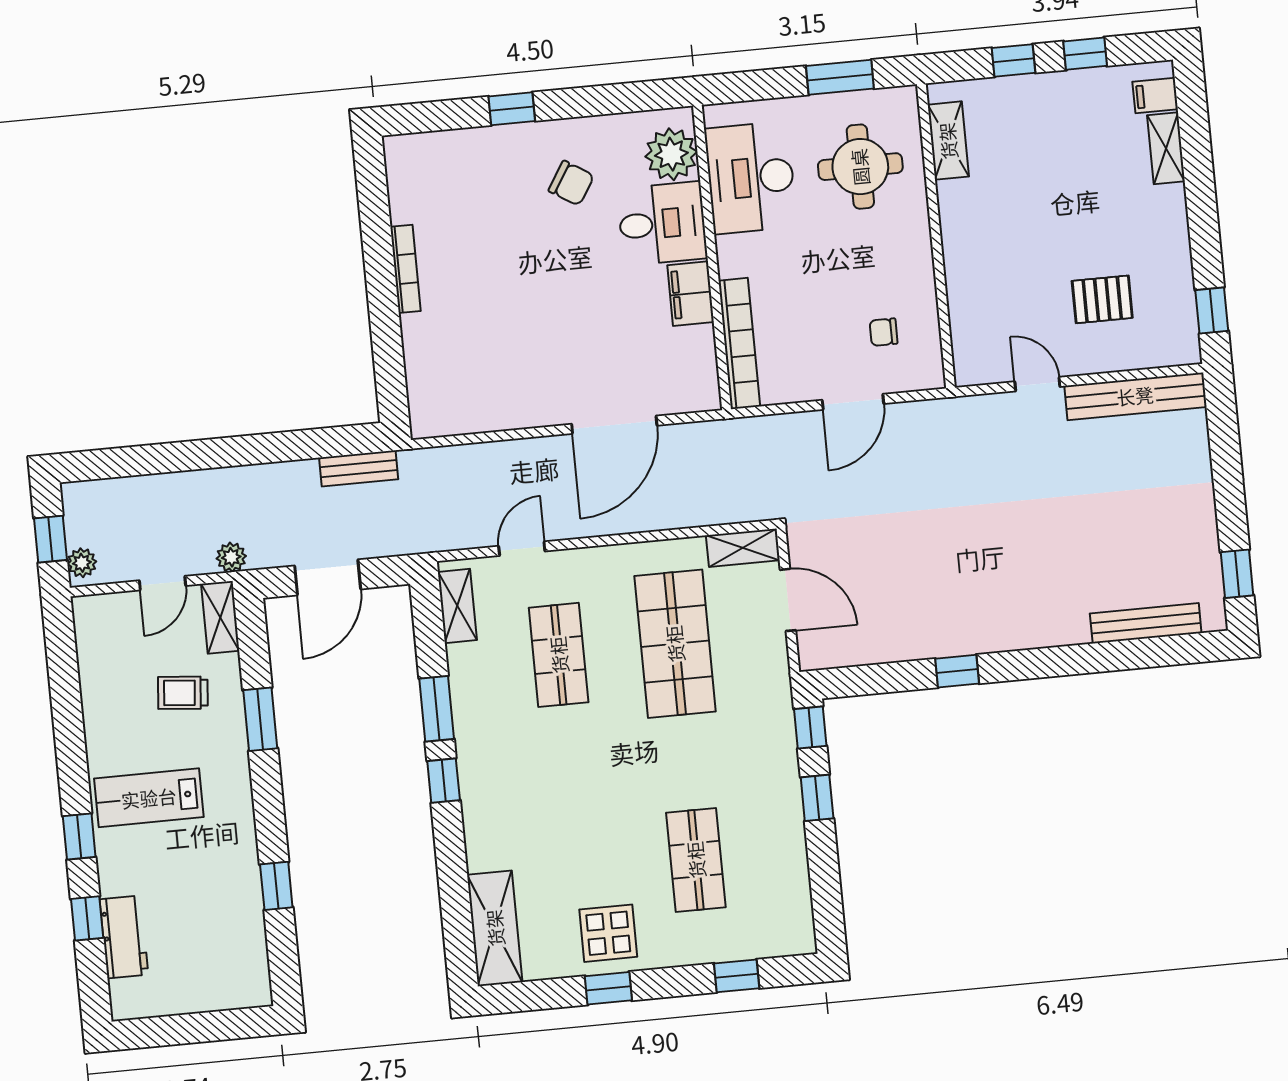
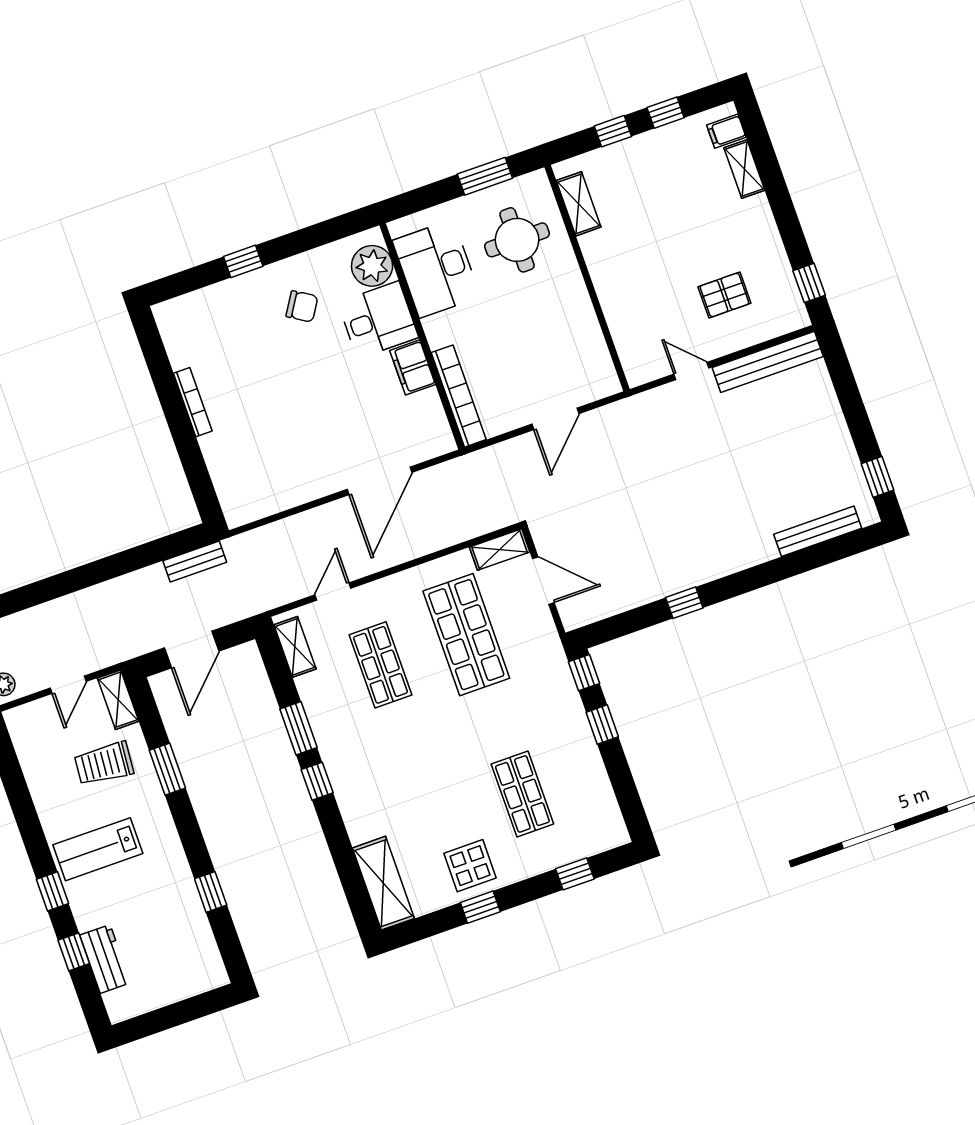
chair: (884, 332) -> (565, 361), removed
plant: (231, 557) -> (115, 652), removed
trolley: (183, 693) -> (104, 764), width x1.36, depth x1.39

